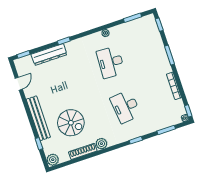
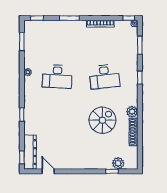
dresser: (49, 54) -> (30, 152), moved
bench: (38, 118) -> (88, 164), removed
spiral stairs: (71, 123) -> (102, 120), moved
plant: (53, 160) -> (118, 163), moved

